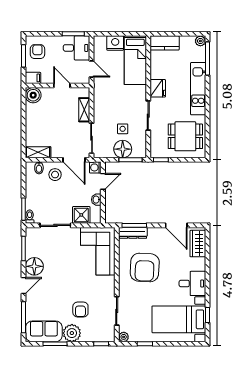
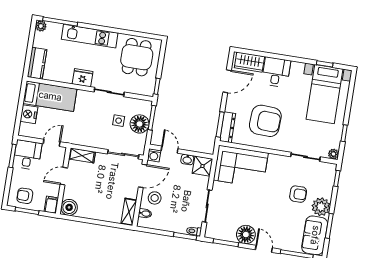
shelving: (84, 110) -> (82, 155), moved
shower: (81, 215) -> (202, 166), moved
desk: (192, 283) -> (276, 72), moved

